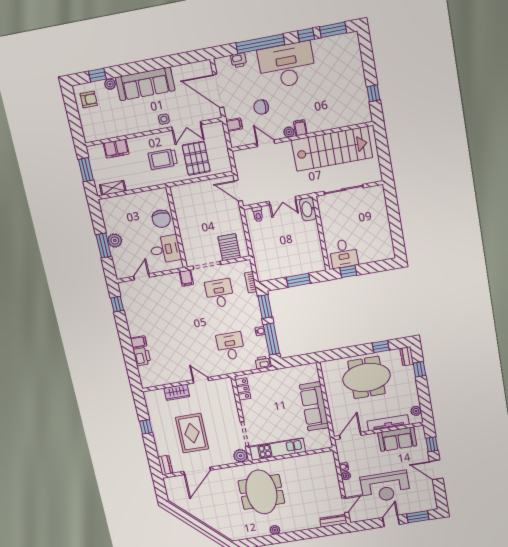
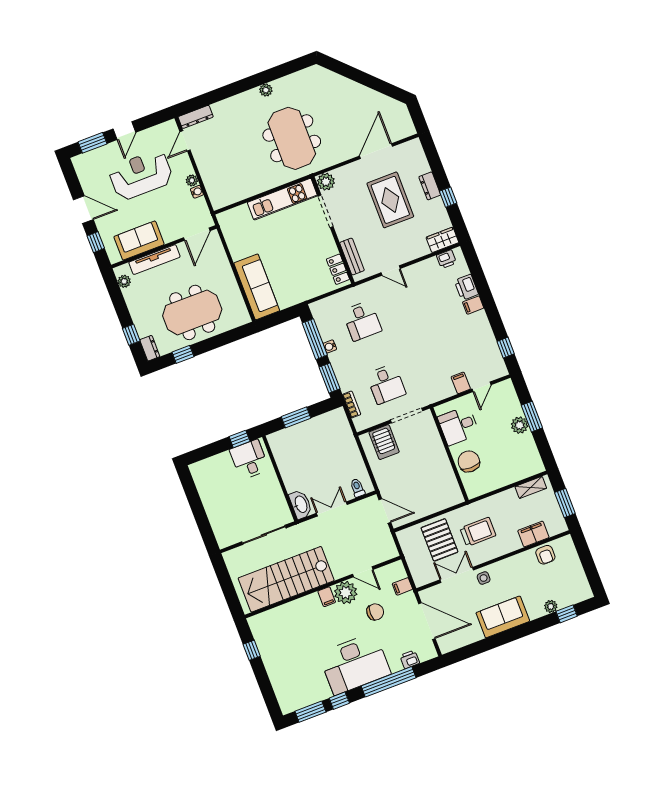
sofa: (145, 84) -> (503, 617), width x0.73
armchair: (89, 100) -> (545, 555), moved, turned -90
plant: (289, 132) -> (346, 593), width x1.87, depth x1.87
filing cabinet: (186, 278) -> (461, 383), moved
printer: (263, 363) -> (446, 259), moved
wardrobe: (177, 392) -> (442, 240), moved
bench: (230, 397) -> (352, 256), added
sofa: (314, 406) -> (257, 287), moved
dresser: (165, 465) -> (430, 186), moved

